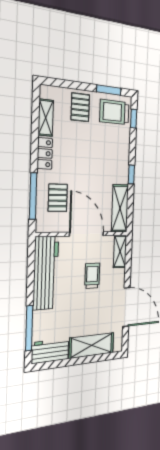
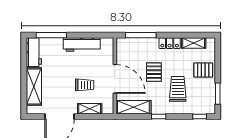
trolley: (114, 112) -> (178, 89), moved
pallet: (58, 198) -> (154, 72), moved, turned 90
door: (87, 234) -> (115, 79), hinge flipped
shelving: (120, 251) -> (90, 109), moved
workbench: (46, 273) -> (82, 44), width x0.73, depth x0.76

